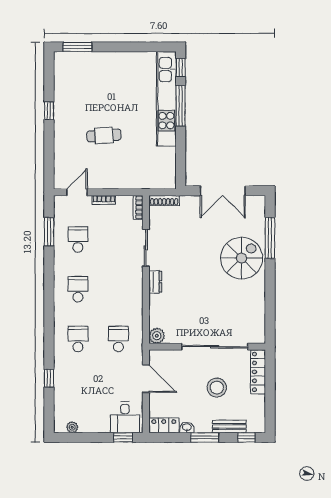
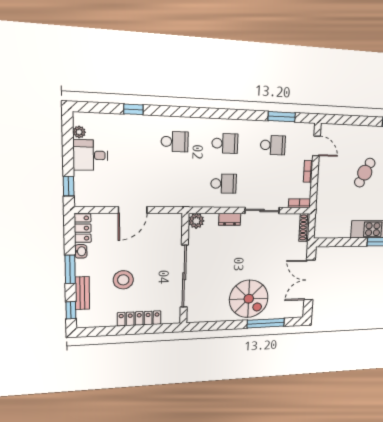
cafe table: (104, 135) -> (365, 173), turned 31
plant: (157, 336) -> (196, 221), moved
school desk: (118, 339) -> (224, 184), moved
wall: (207, 347) -> (184, 269), moved
sliding door: (215, 347) -> (184, 276), moved
desk: (125, 417) -> (91, 155), moved

